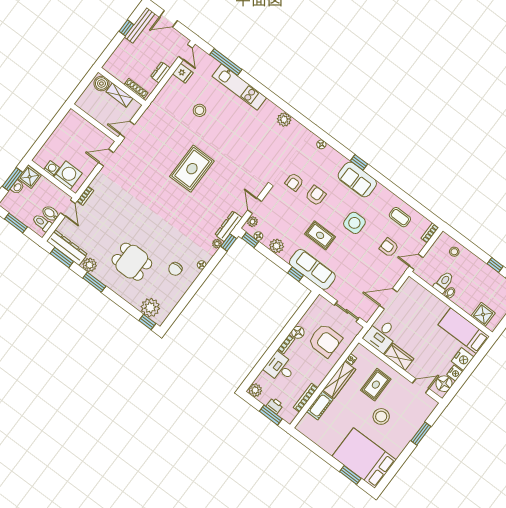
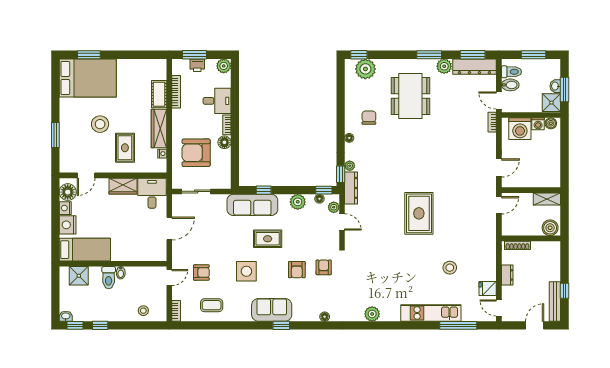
shelving: (119, 95) -> (547, 199), moved
boiler: (42, 162) -> (551, 123), added
dining table: (132, 262) -> (410, 96), width x1.38
toilet: (443, 282) -> (109, 278), moved

